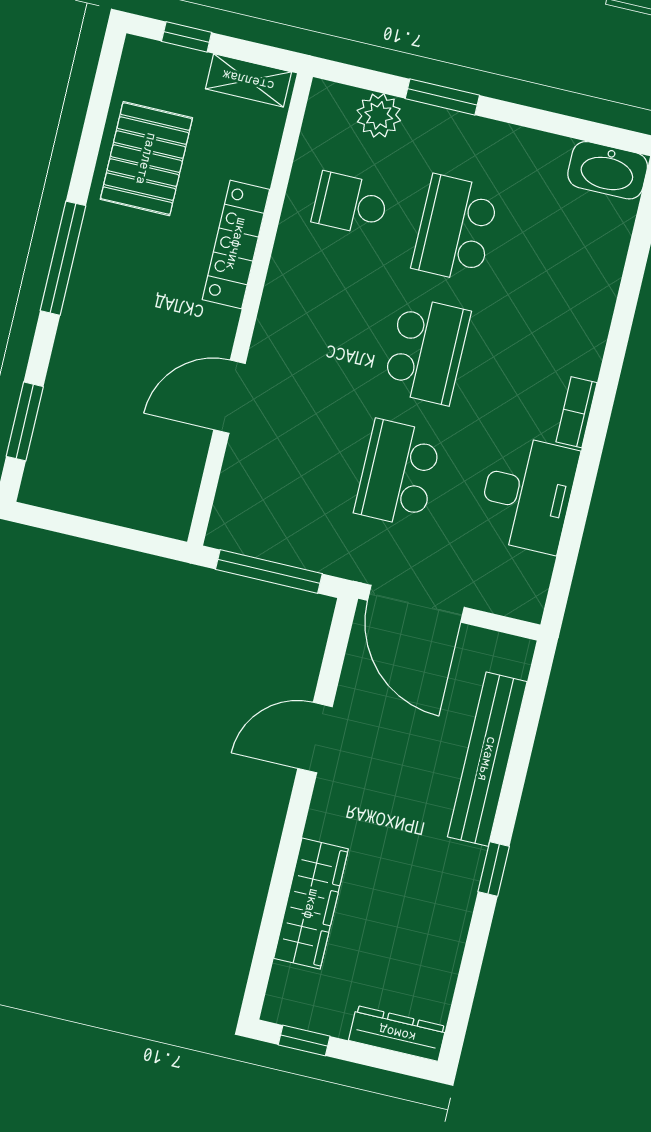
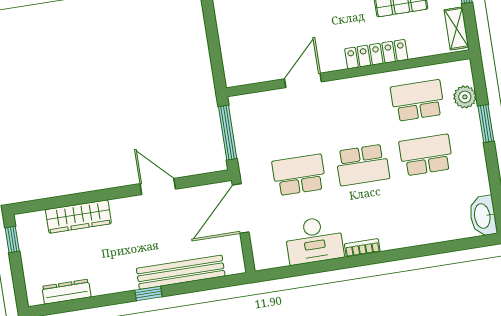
school desk: (350, 204) -> (417, 101), width x1.85
door: (230, 397) -> (303, 80), hinge flipped
window: (494, 869) -> (148, 293), moved
dresser: (397, 1033) -> (66, 292), moved, turned -90

